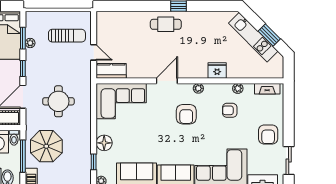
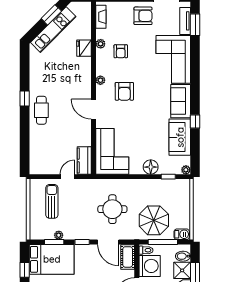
fridge: (217, 71) -> (84, 48), moved
armchair: (186, 114) -> (124, 91), turned 90

